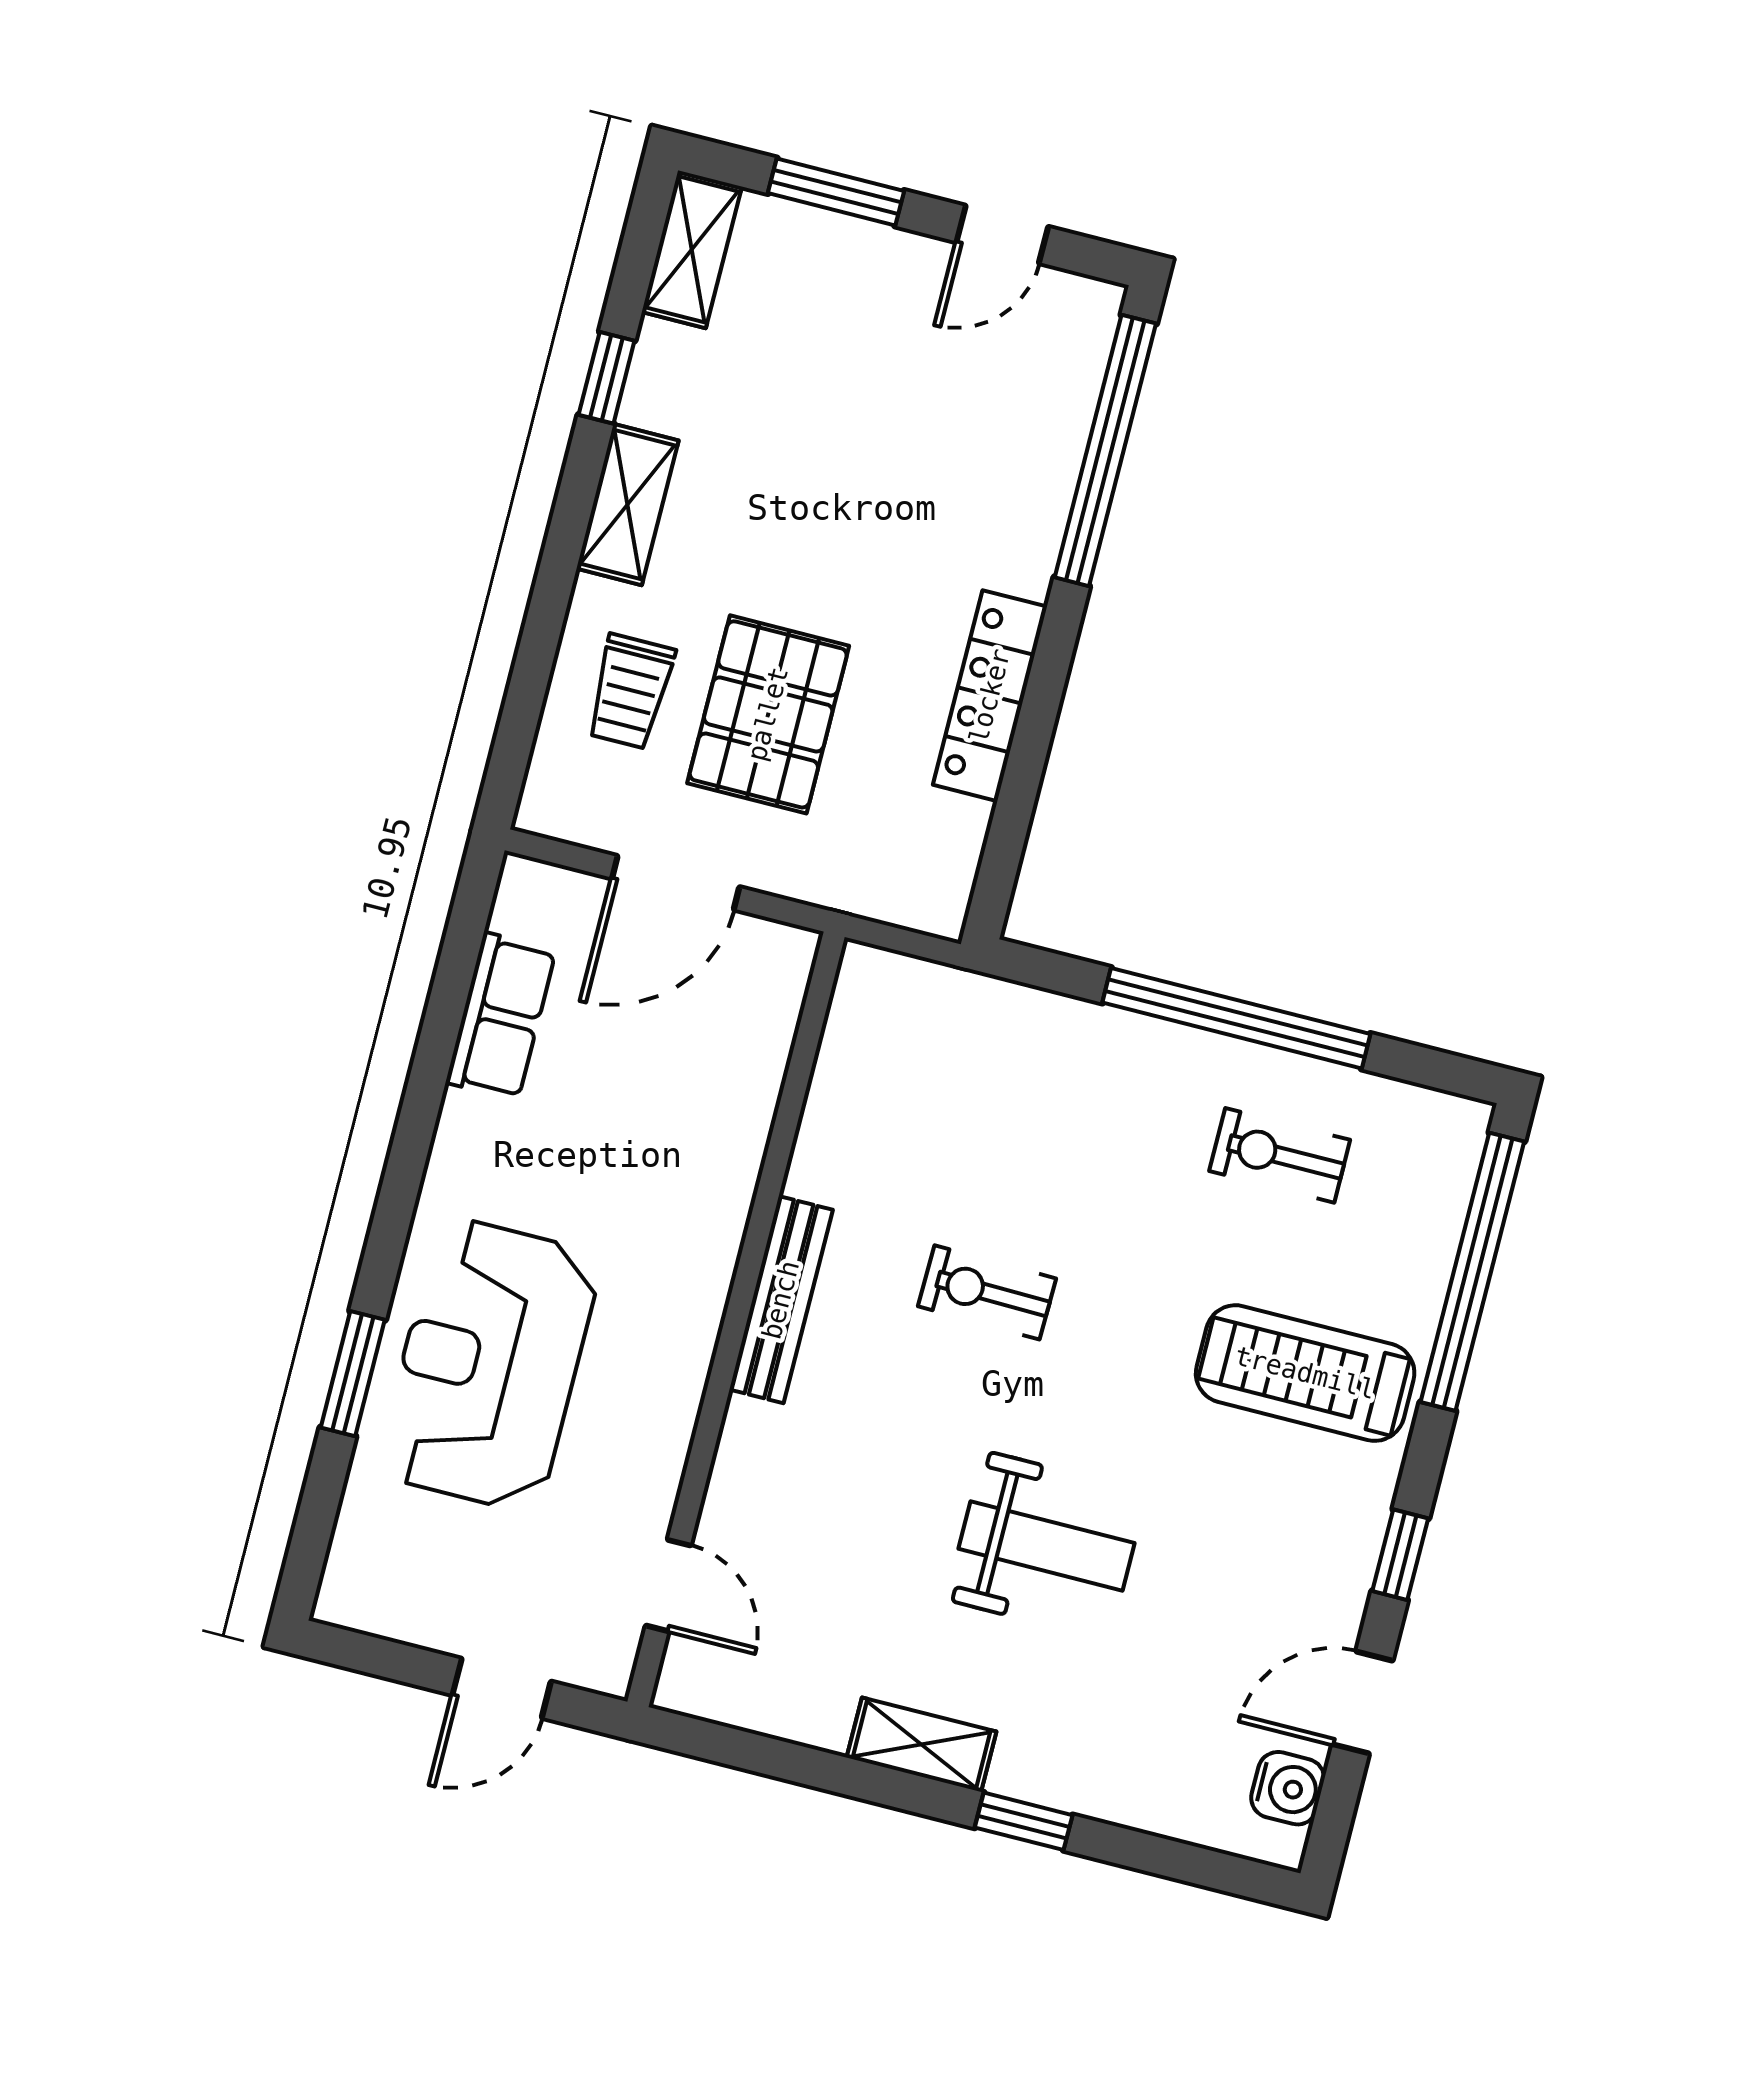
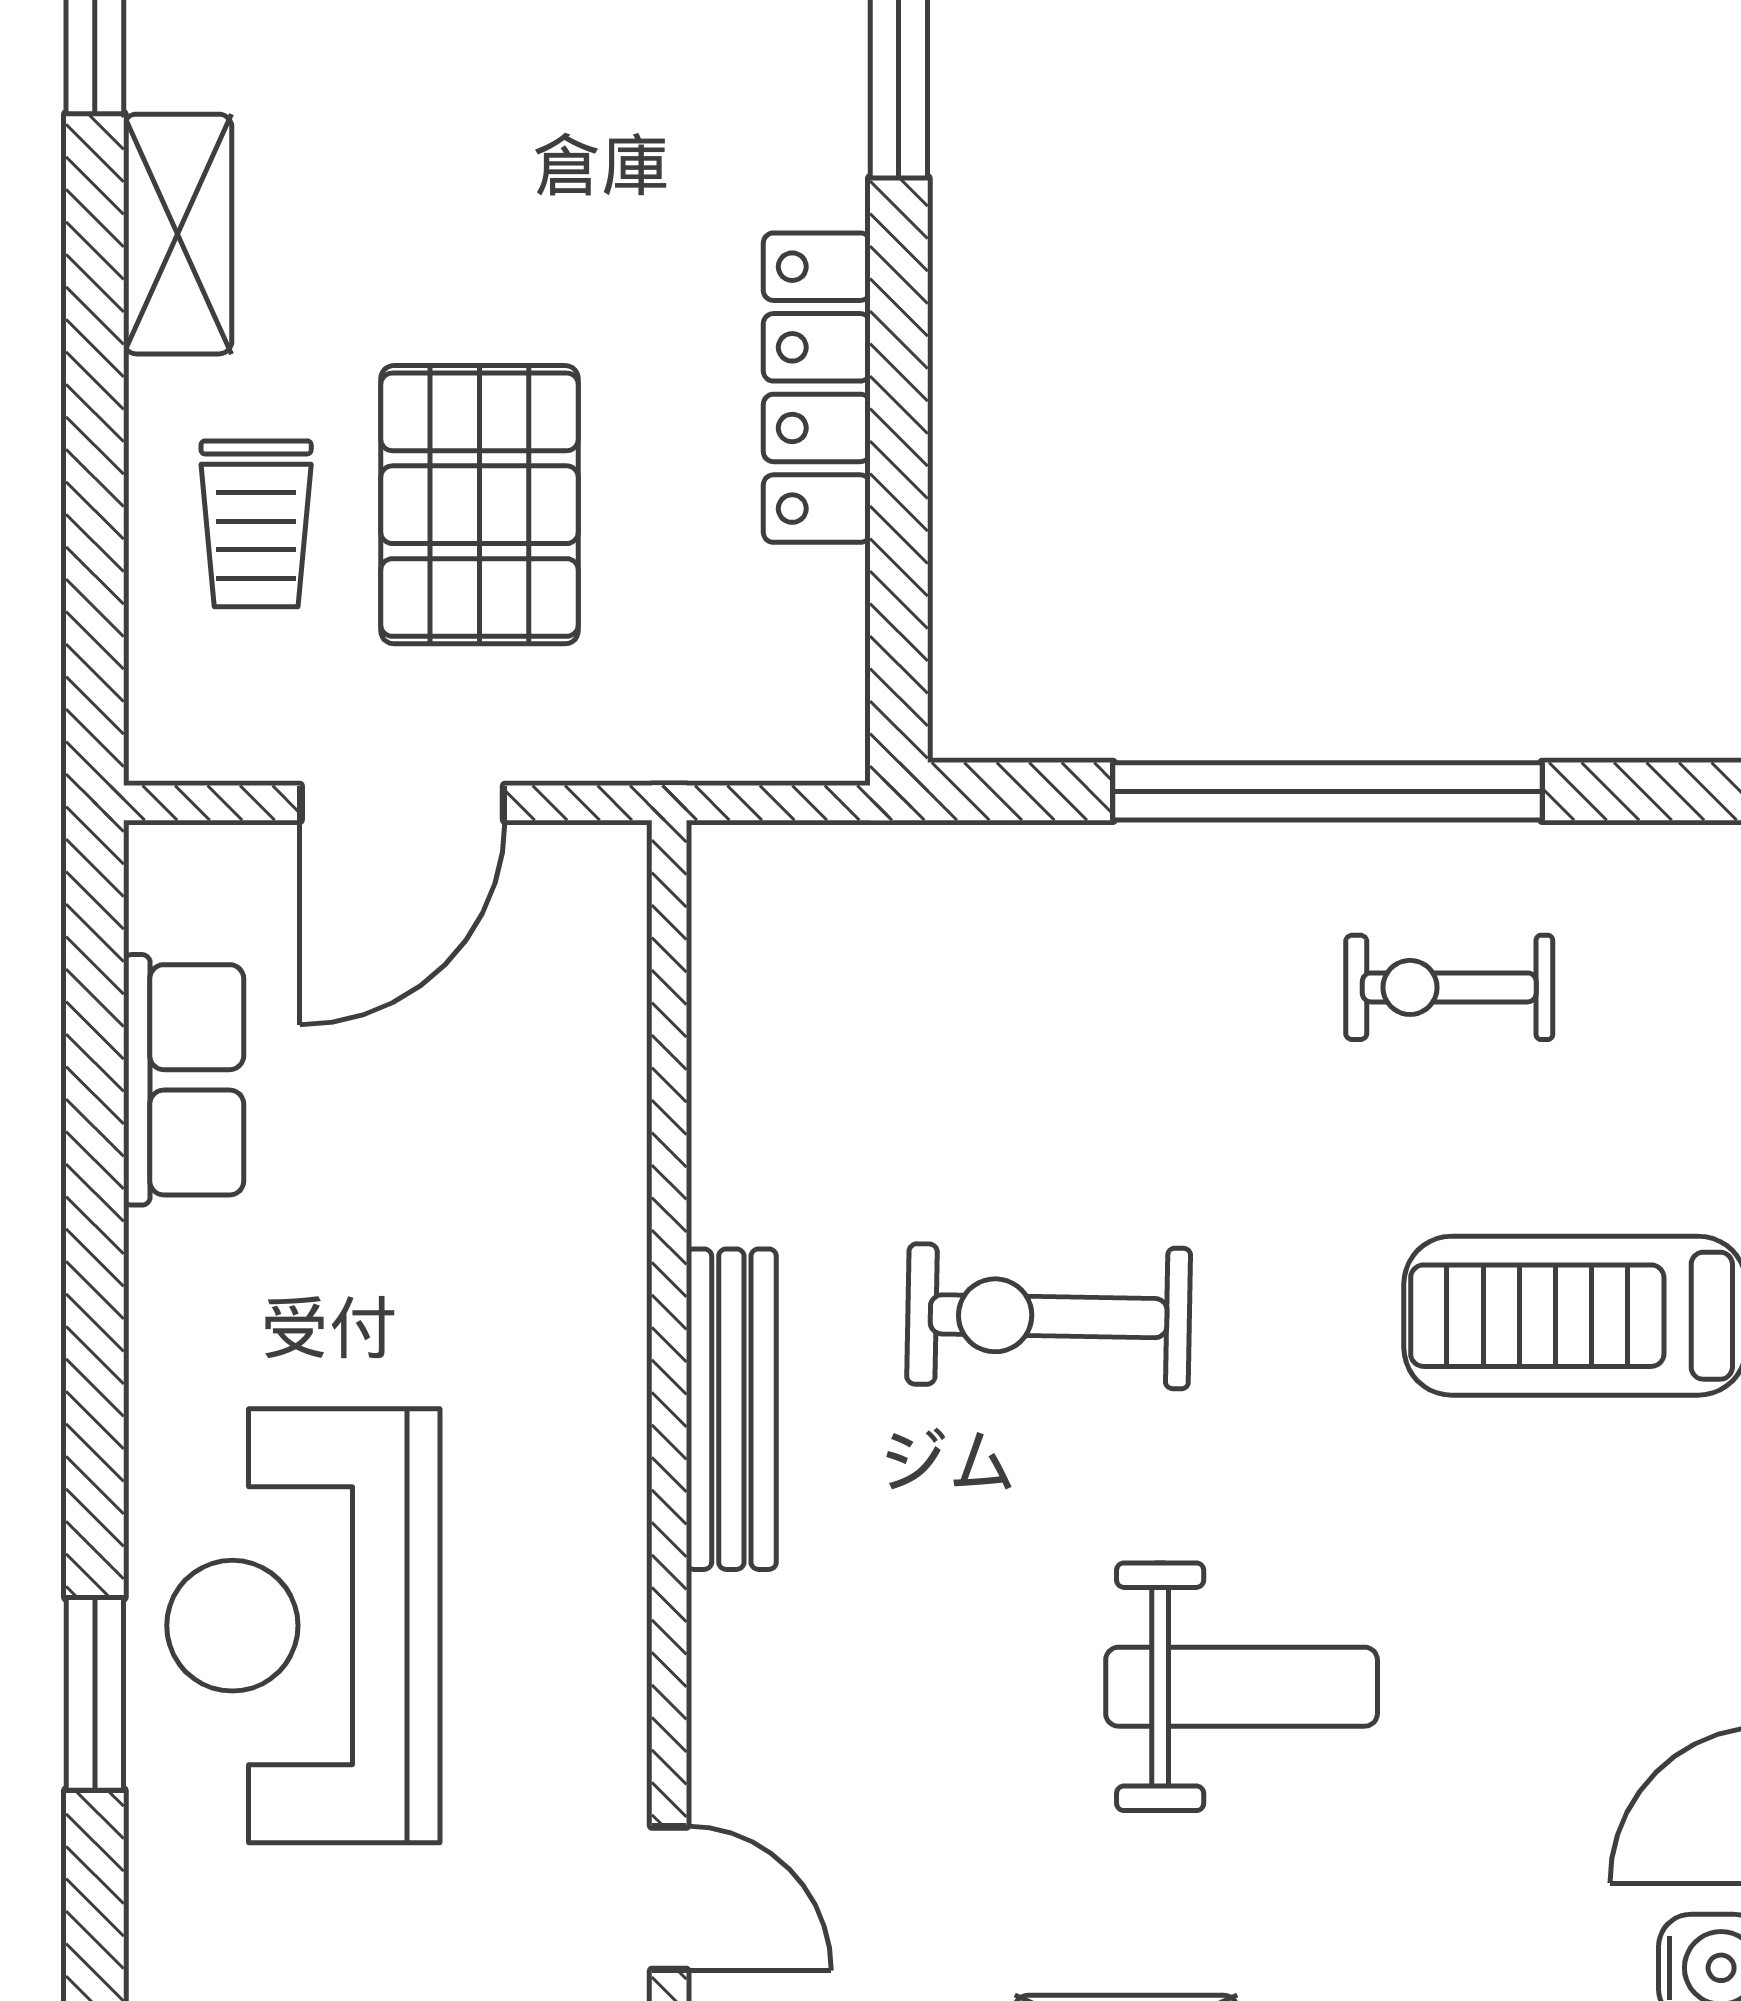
exercise bike: (987, 1292) -> (1049, 1316), width x1.38, depth x1.39

